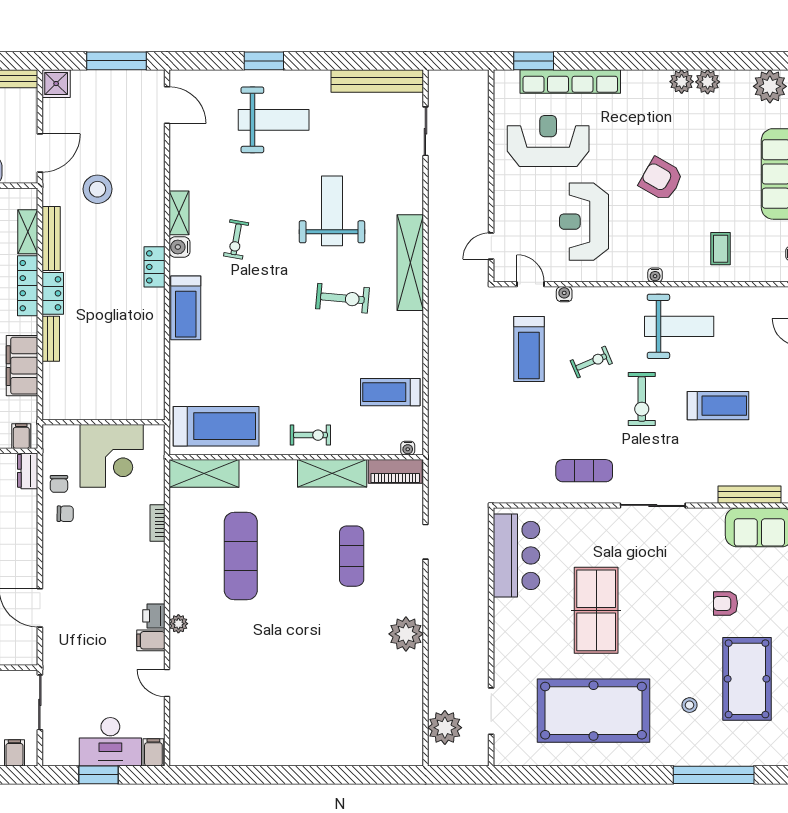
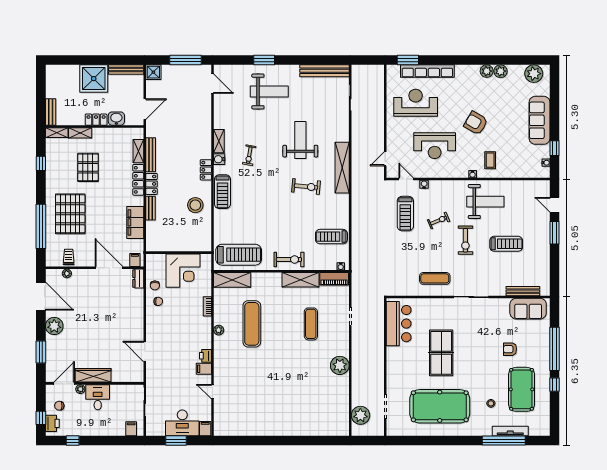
stool: (98, 189) -> (195, 205), moved
reception desk: (584, 222) -> (435, 146), turned -90
coffee table: (721, 249) -> (490, 160), moved
exercise bike: (310, 435) -> (289, 259), width x1.38, depth x1.39
plant: (178, 624) -> (219, 330), moved
tv unit: (726, 757) -> (510, 431), added

